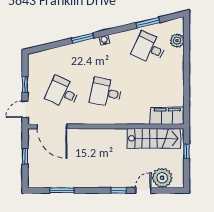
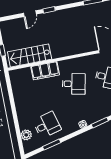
desk: (149, 48) -> (47, 125), turned -39
filing cabinet: (167, 116) -> (45, 71), moved
plant: (162, 178) -> (17, 26), removed

